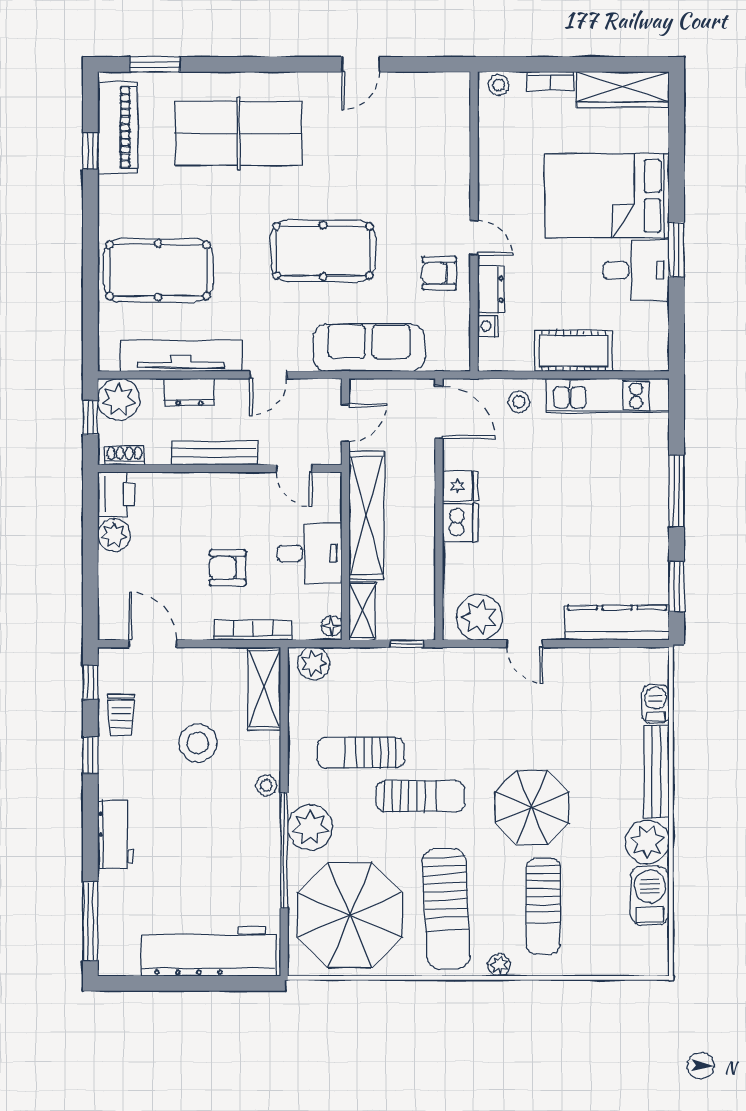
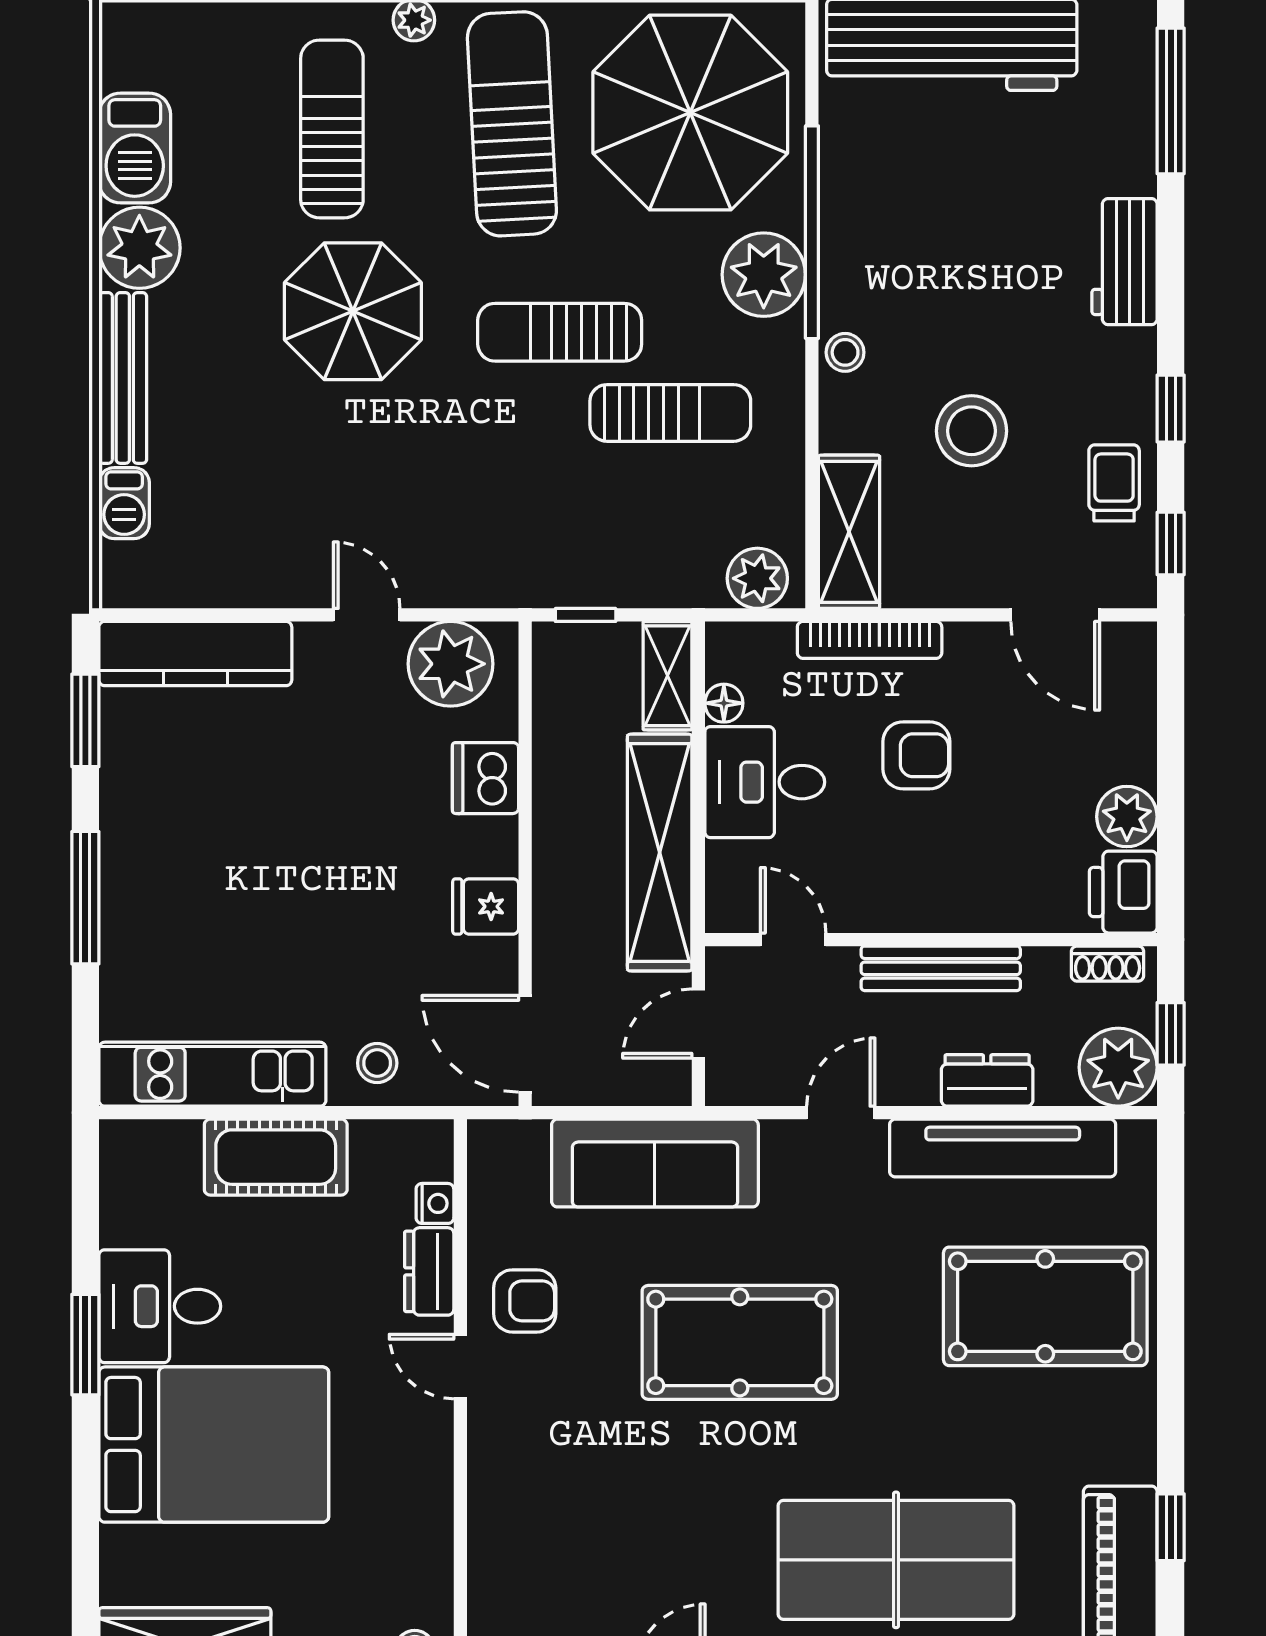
dishwasher: (460, 523) -> (486, 778), moved
floor lamp: (332, 626) -> (724, 703), moved

